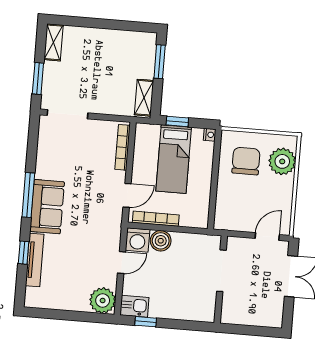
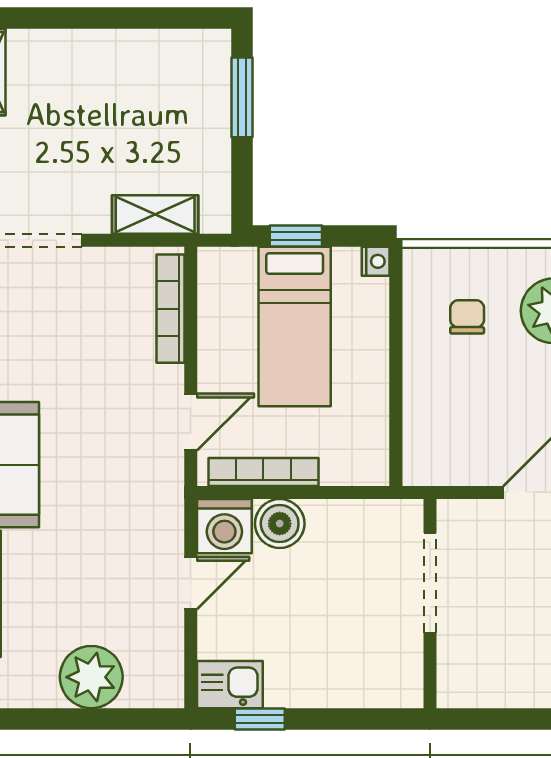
shelving: (144, 98) -> (155, 215), moved, turned 90
chair: (246, 161) -> (467, 317), width x0.54, depth x0.54
plant: (103, 300) -> (91, 677), moved

